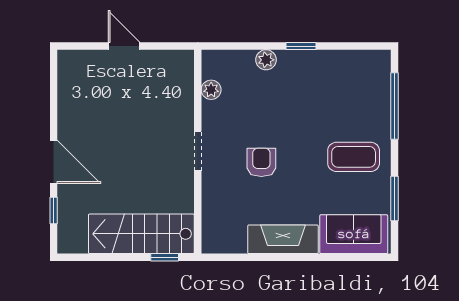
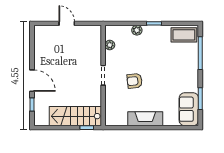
coffee table: (354, 157) -> (184, 35), moved
armchair: (261, 162) -> (135, 81), turned -96
sofa: (354, 234) -> (189, 109), moved, turned -90

